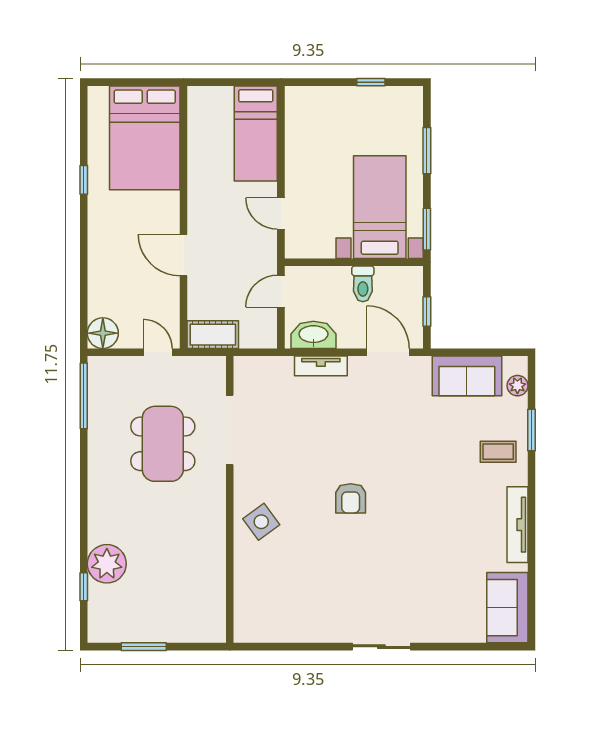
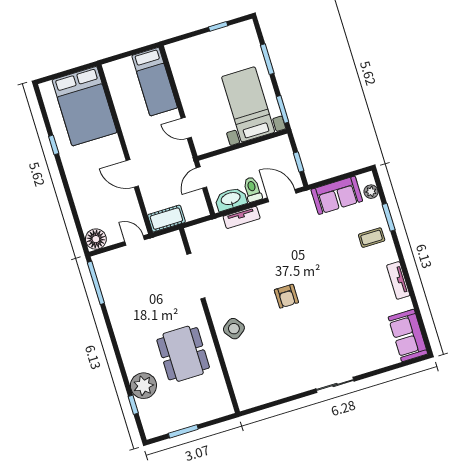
toilet: (363, 284) -> (252, 189), moved, turned 180
dining table: (163, 444) -> (183, 354), moved
tv unit: (518, 525) -> (398, 280), width x0.71

